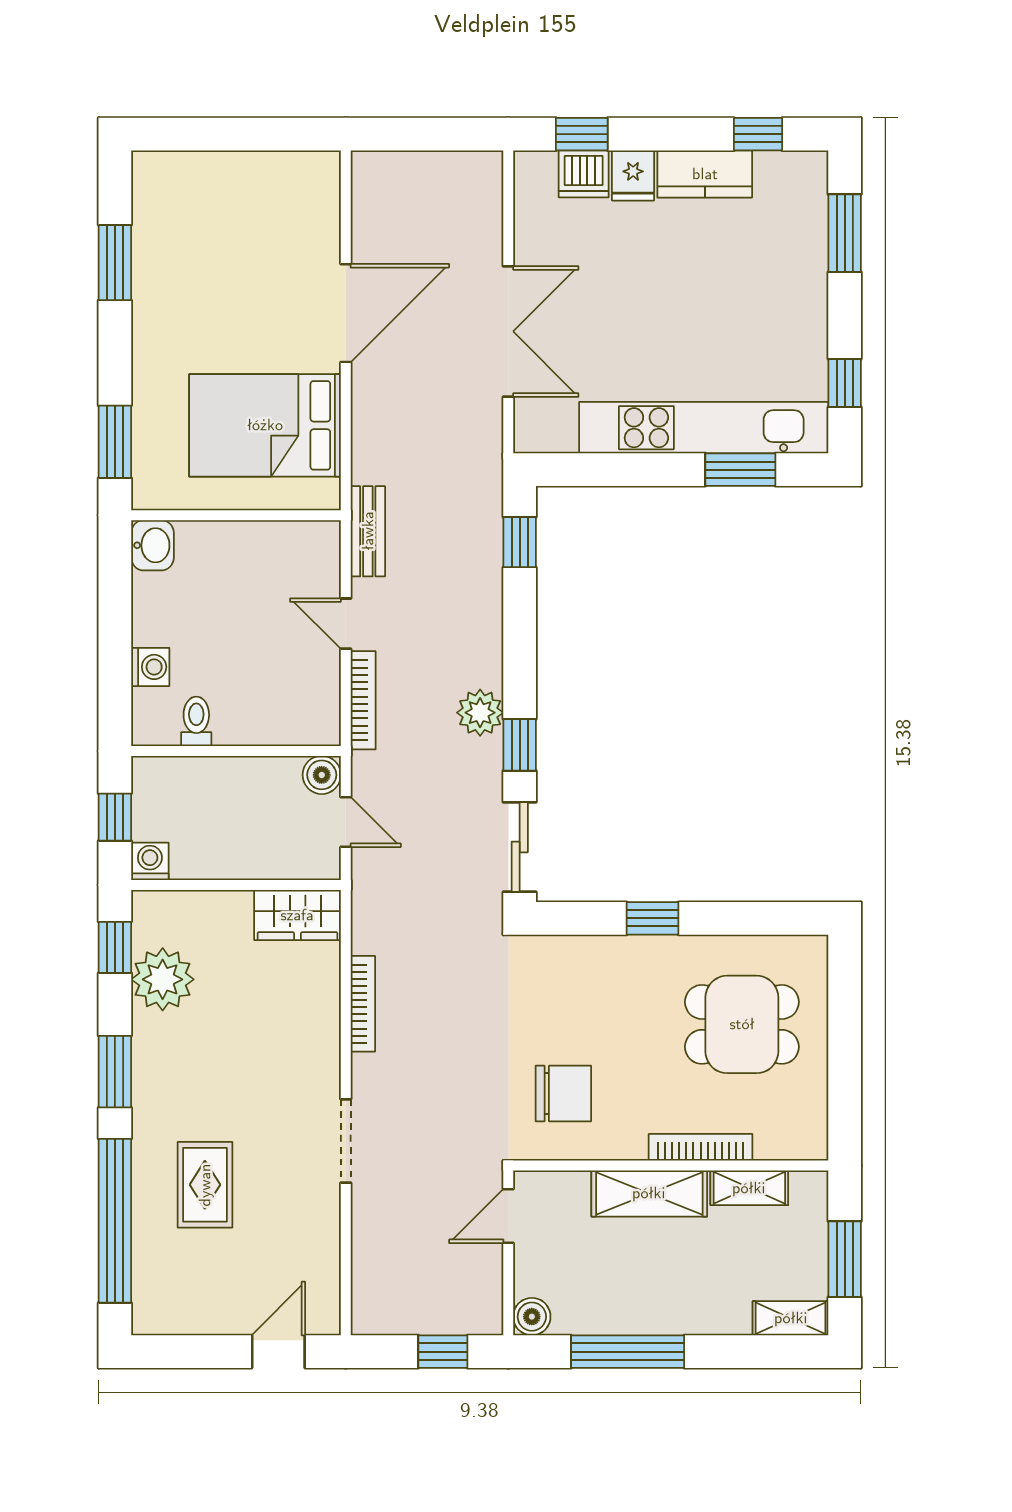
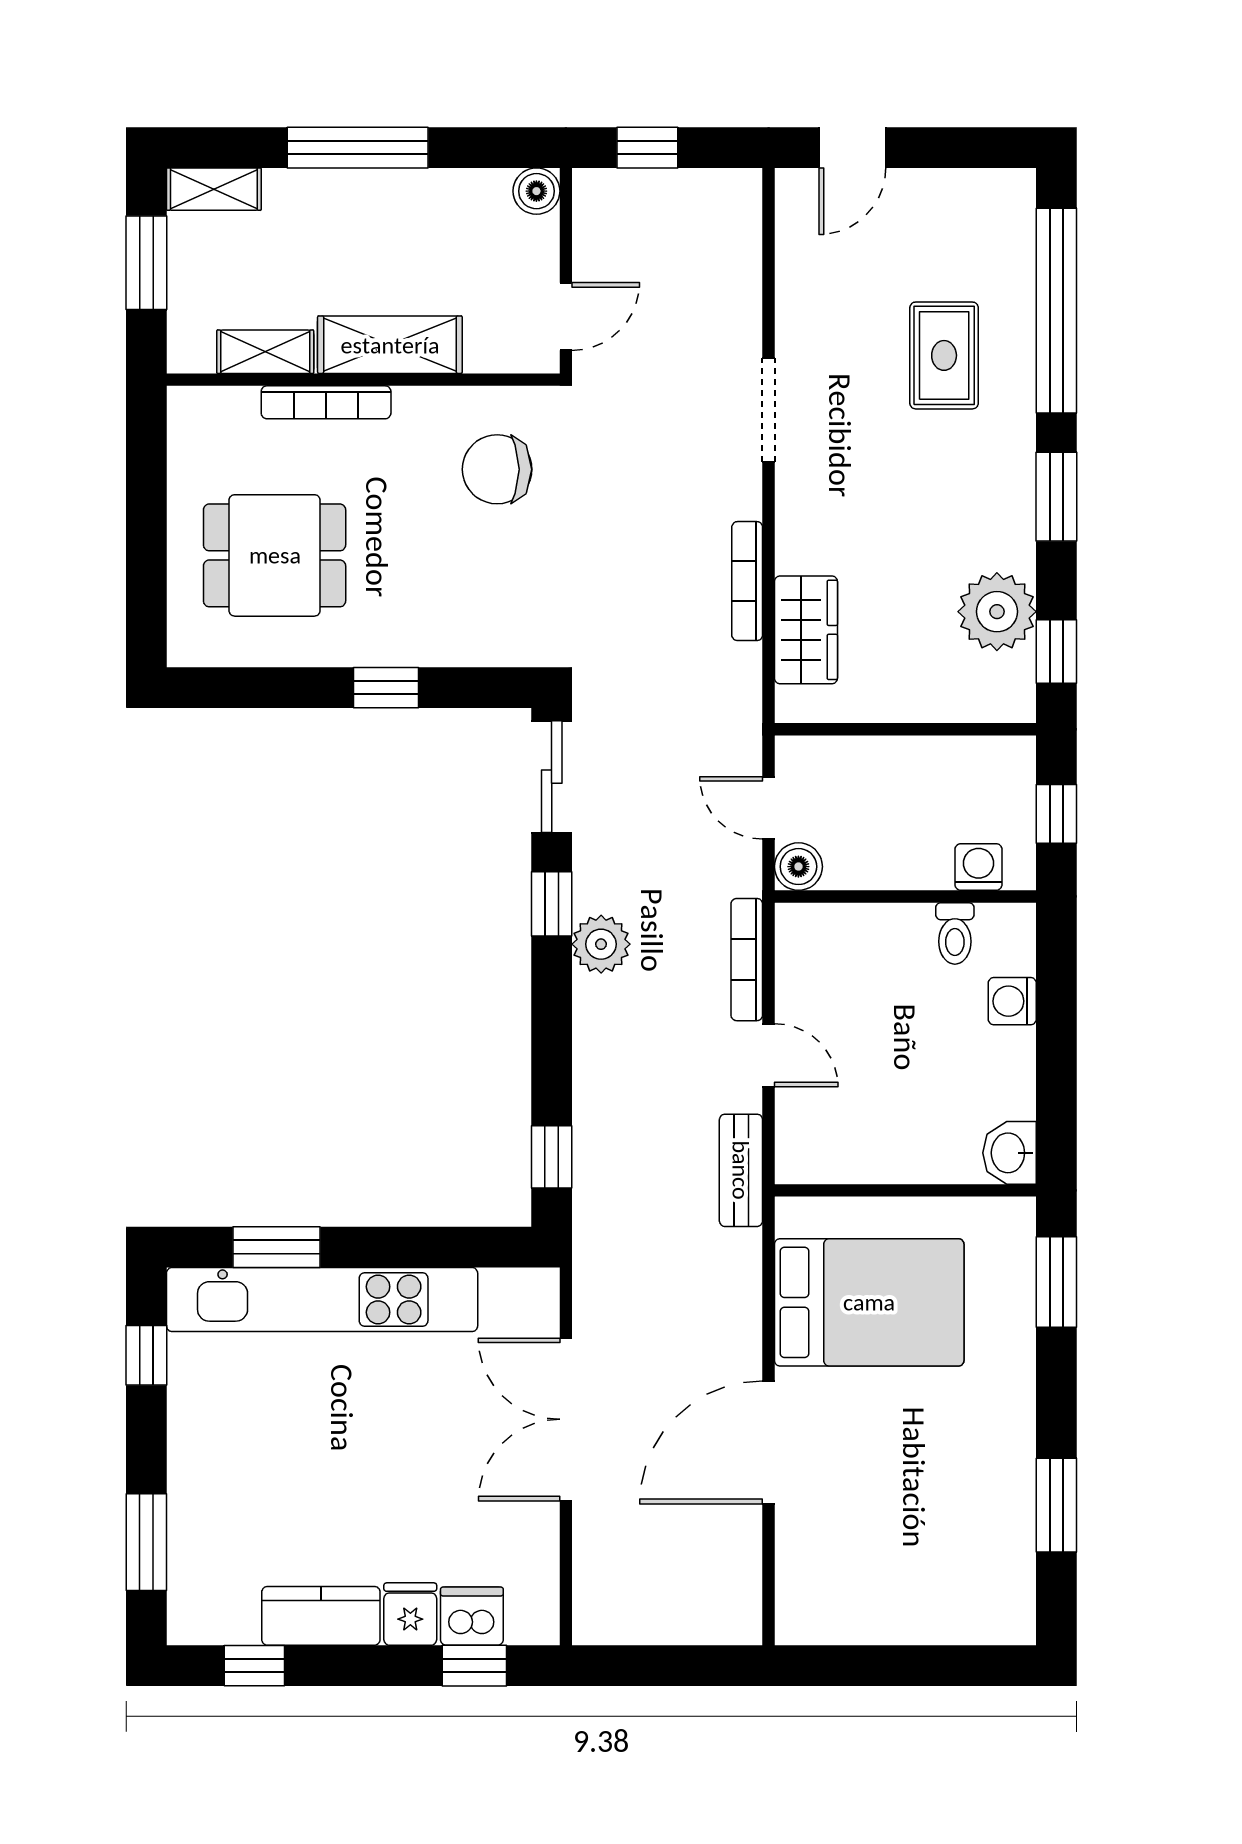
washing machine: (150, 861) -> (978, 867), moved, turned 180
wardrobe: (297, 915) -> (806, 630), moved, turned 90
window: (628, 1352) -> (358, 148), moved

